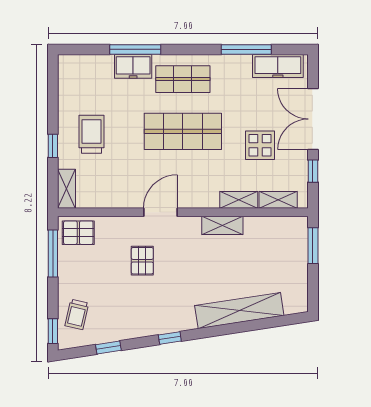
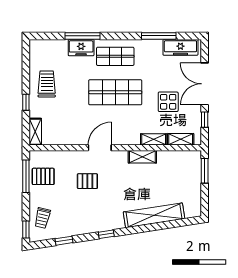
trolley: (92, 134) -> (47, 84), moved
pallet: (78, 233) -> (43, 176), moved
pallet: (142, 261) -> (87, 181), turned 90

